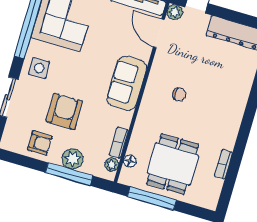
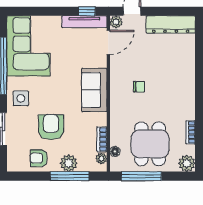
door: (159, 33) -> (108, 42), swing flipped
armchair: (40, 143) -> (39, 158), turned 180
plant: (209, 199) -> (187, 163), added

